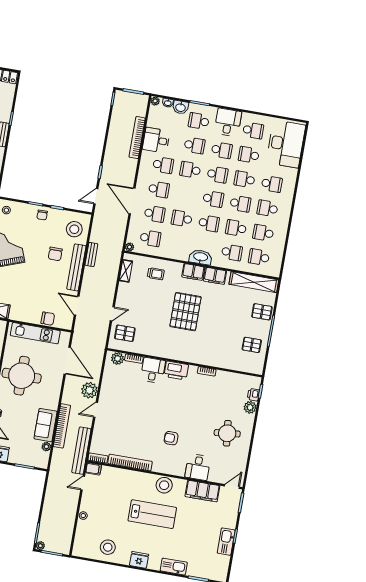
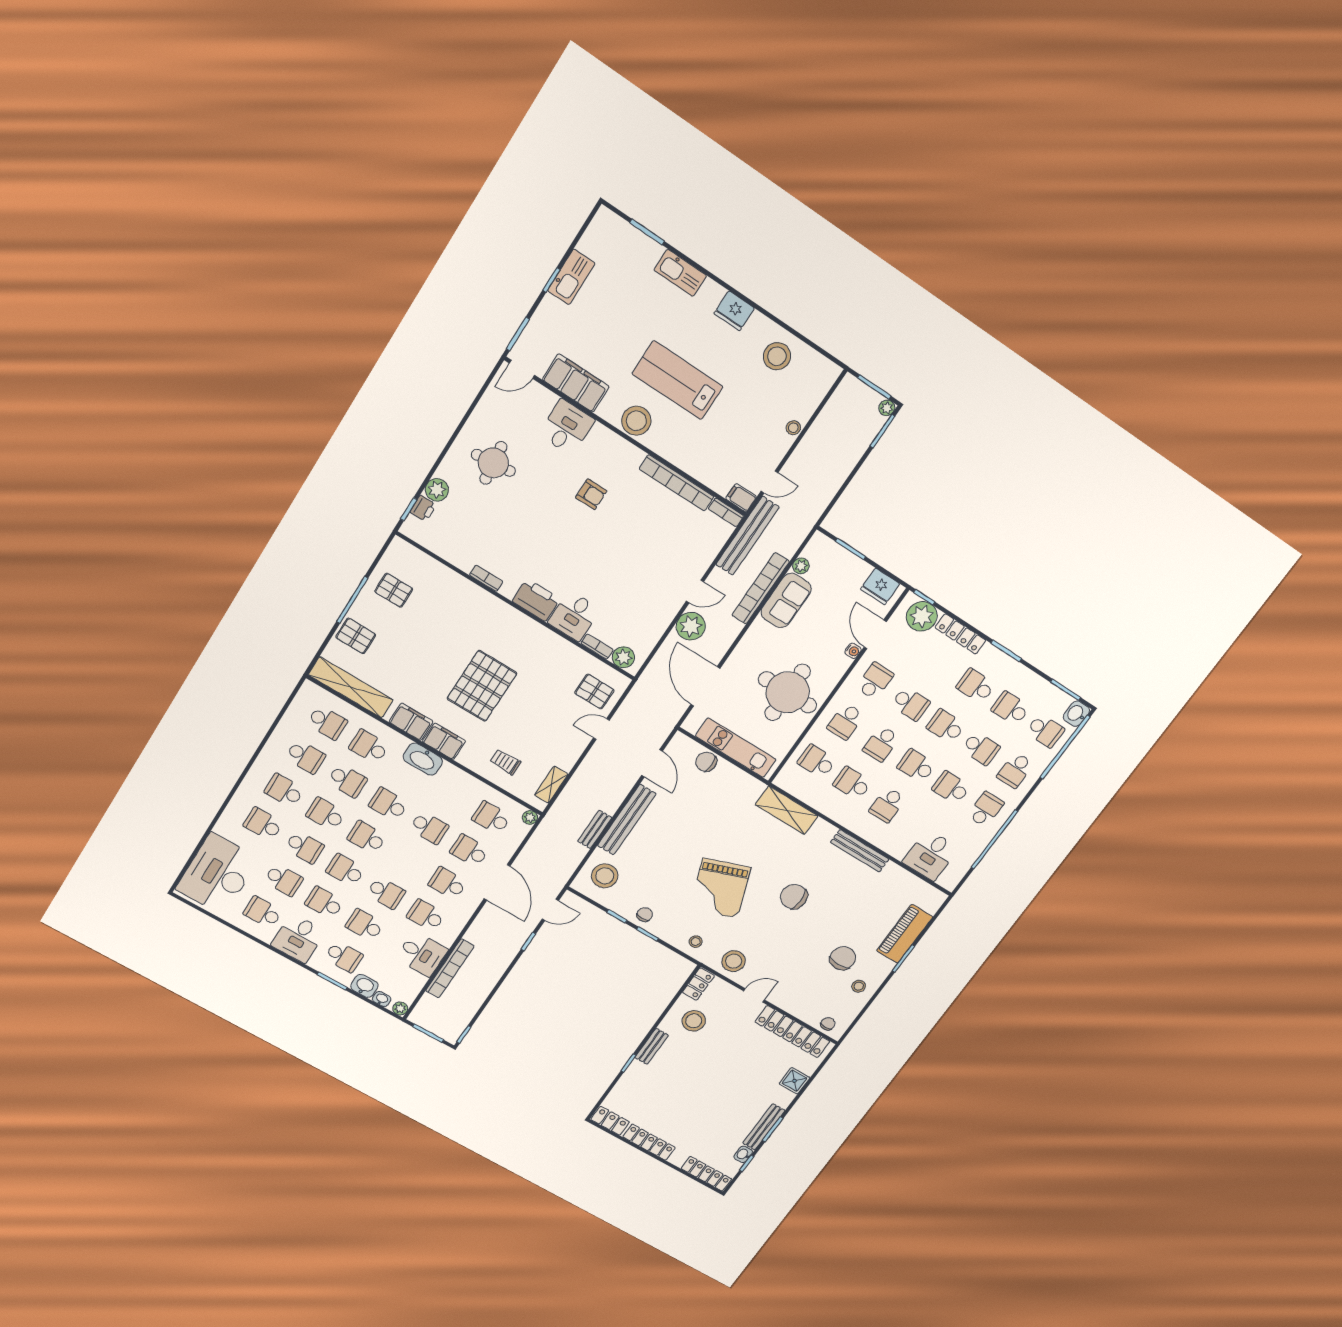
school desk: (267, 208) -> (284, 791), turned 180
chair: (55, 254) -> (651, 852), removed

